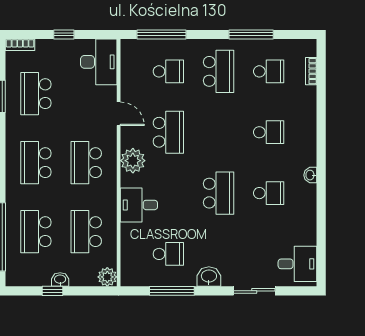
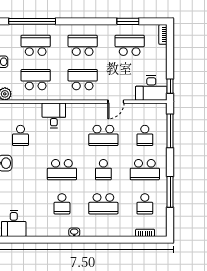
window: (64, 34) -> (170, 86), moved
school desk: (219, 132) -> (103, 170), added
school desk: (269, 132) -> (103, 204), width x1.85
plant: (133, 161) -> (84, 111), removed

